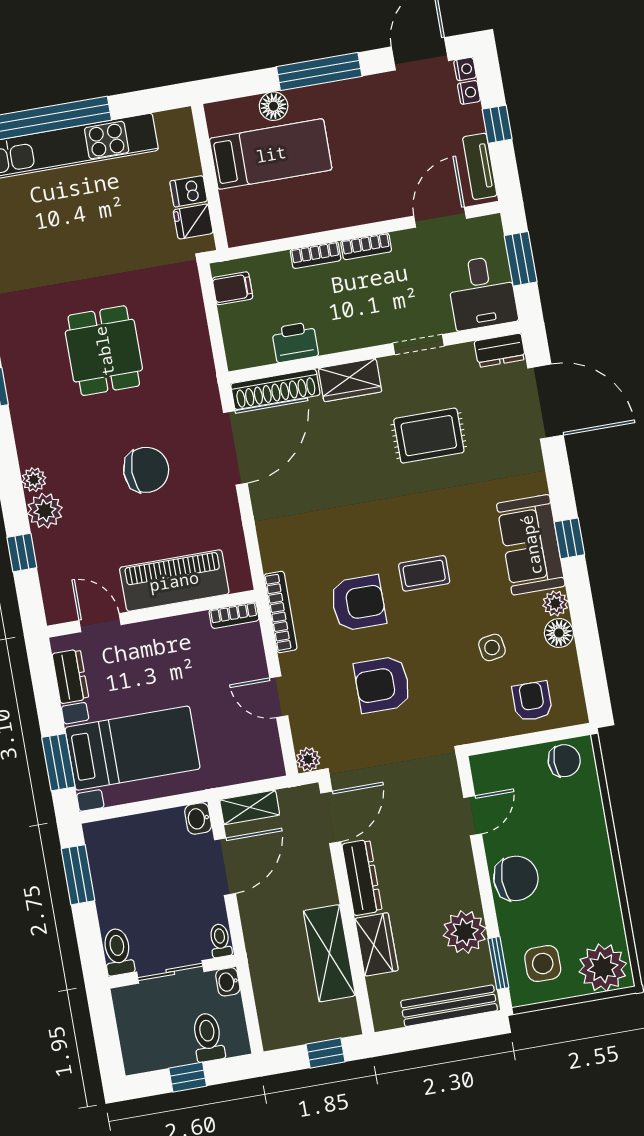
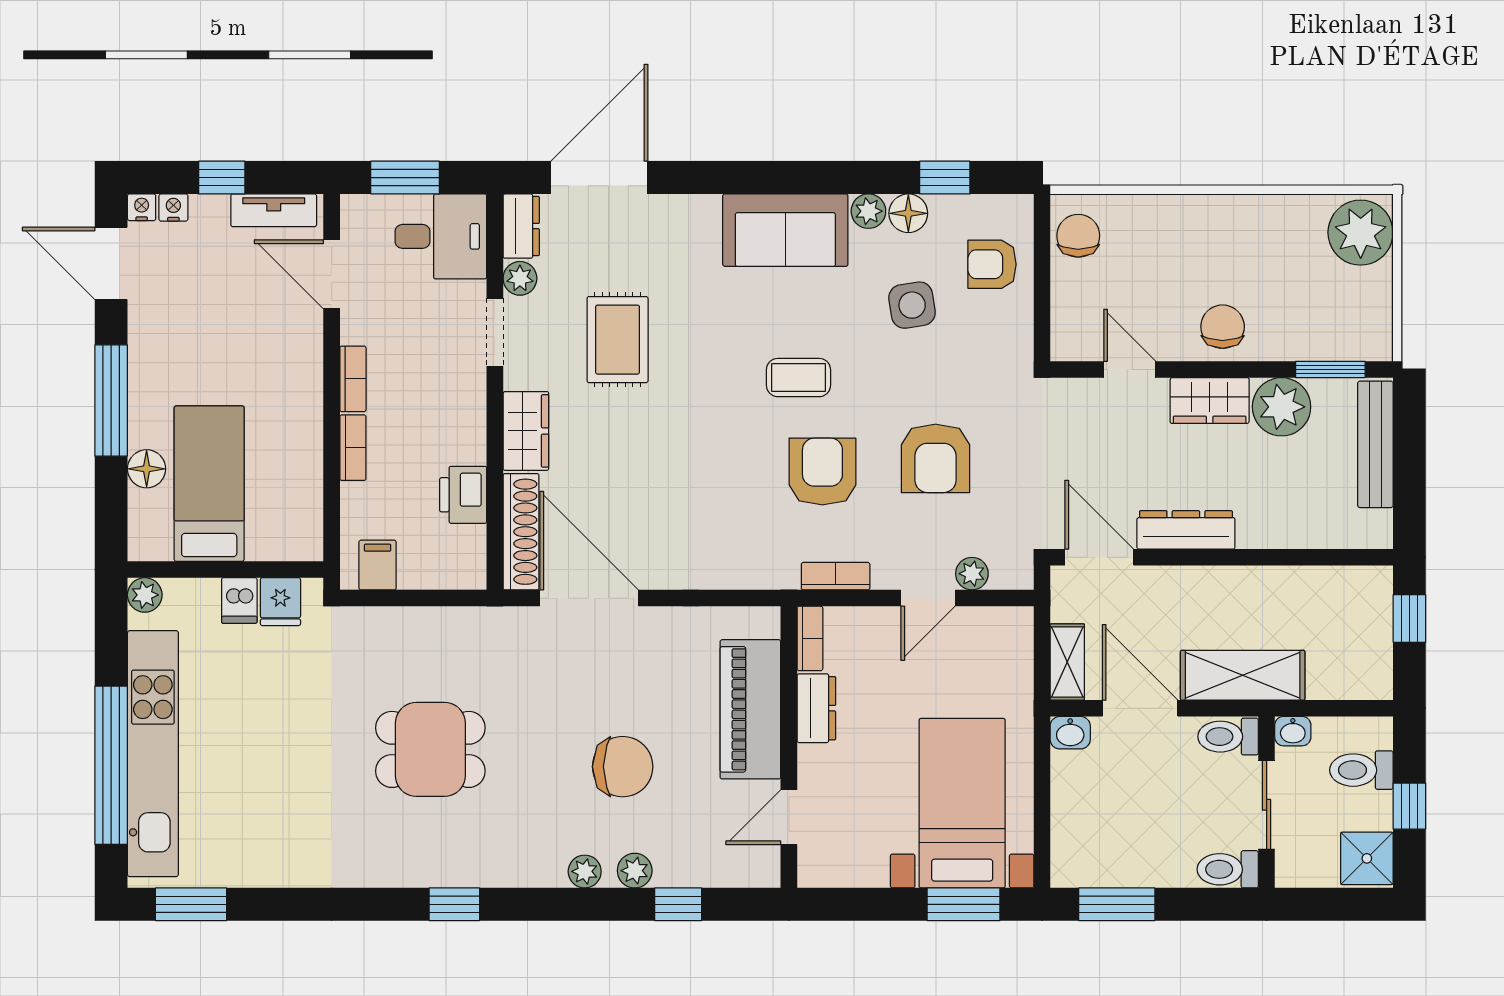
plant: (181, 121) -> (145, 595), added
plant: (461, 356) -> (520, 278), added
chair: (146, 470) -> (623, 767), moved, turned 90
plant: (45, 511) -> (635, 871), width x0.73, depth x0.73
window: (569, 538) -> (945, 178), moved
coffee table: (424, 573) -> (798, 378), turned 90
bookcase: (281, 612) -> (836, 576), width x0.64
side table: (492, 647) -> (912, 305), width x1.37, depth x1.37
dresser: (70, 676) -> (816, 708), moved, turned 90
plant: (308, 759) -> (972, 574), moved
chair: (516, 878) -> (1223, 327), width x0.73, depth x0.73
toilet: (220, 941) -> (1228, 737), width x1.37, depth x1.39
wardrobe: (376, 944) -> (1210, 401), moved, turned 180
shelving: (329, 953) -> (1243, 675), moved
side table: (543, 964) -> (1341, 311), removed
shower: (144, 1053) -> (1367, 858), added

